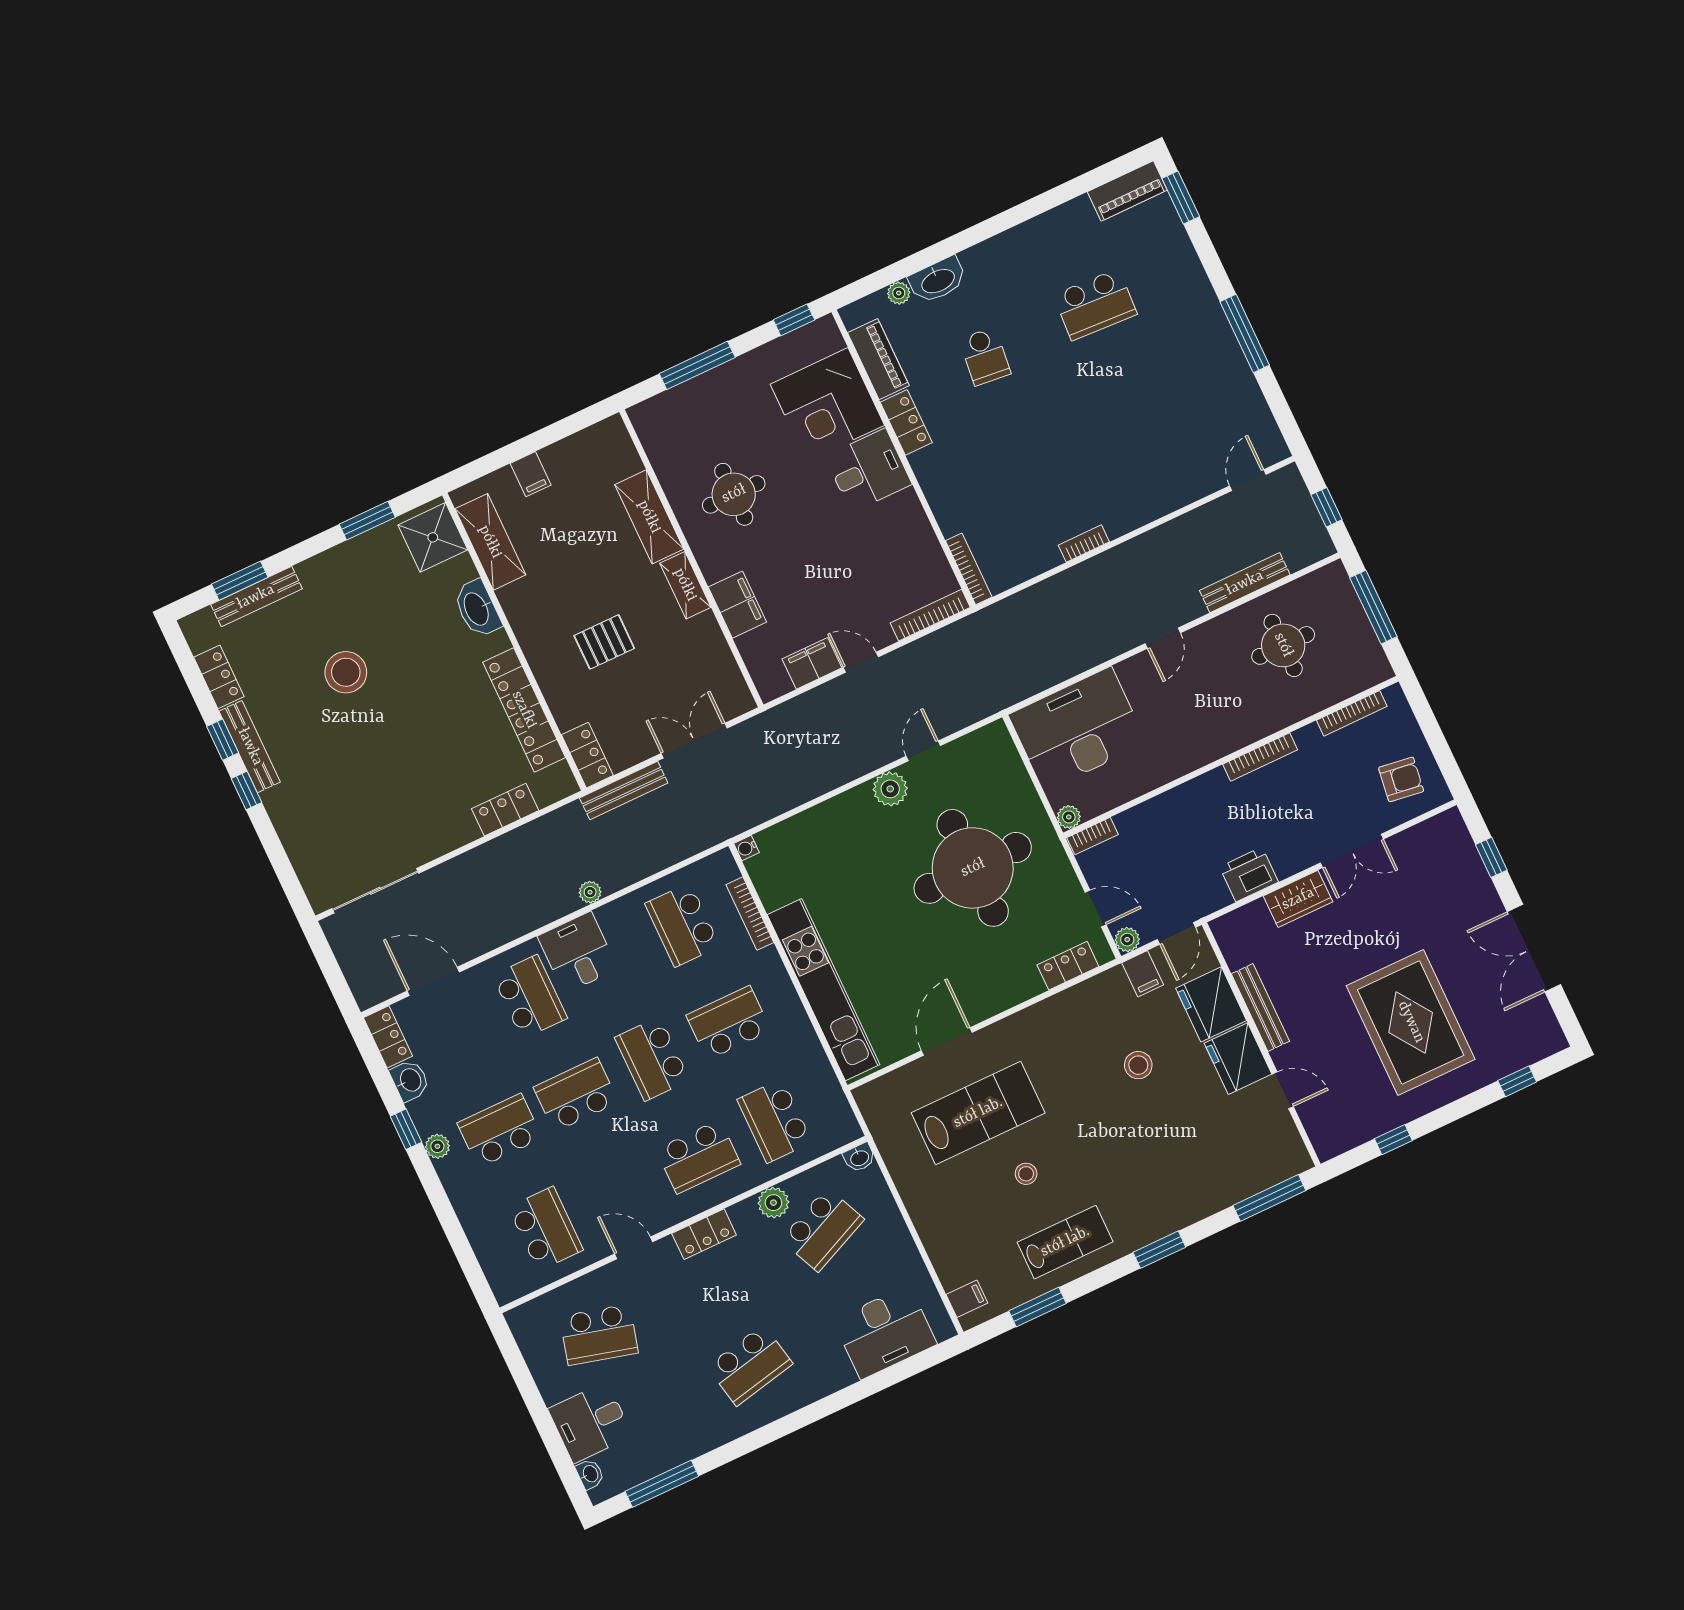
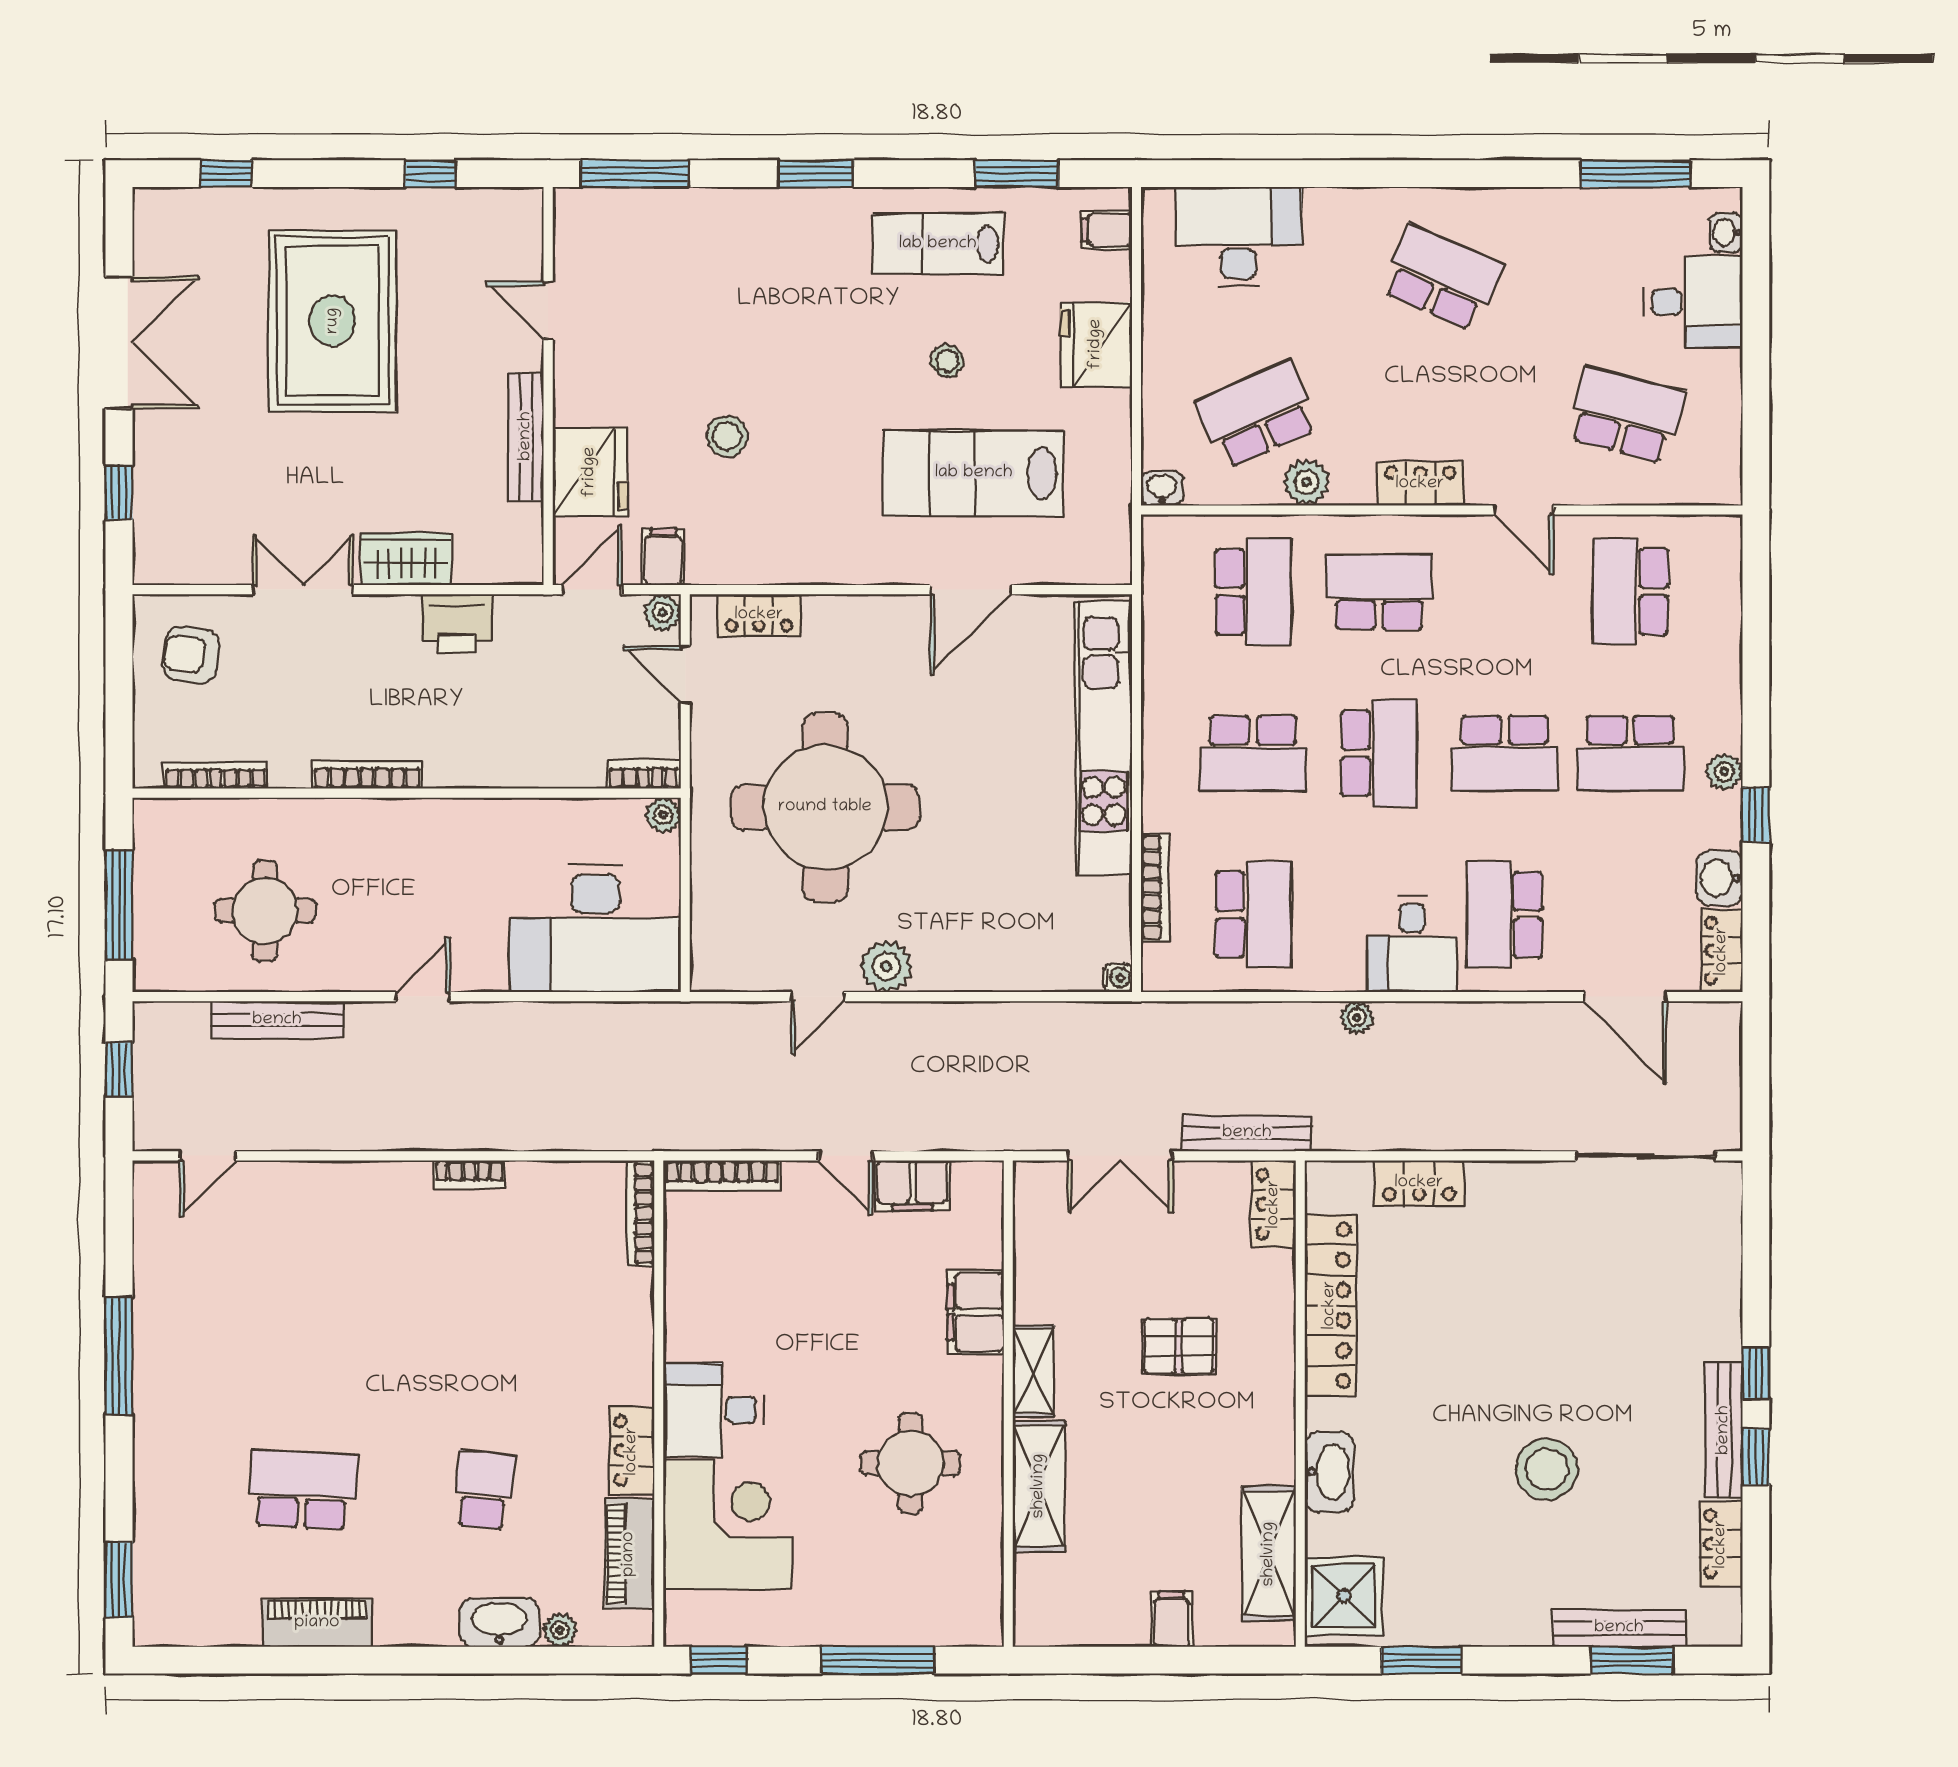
piano: (1127, 191) -> (317, 1623), moved
fridge: (1238, 1059) -> (1096, 344), moved, turned 180
school desk: (750, 1365) -> (1442, 278), turned 36

